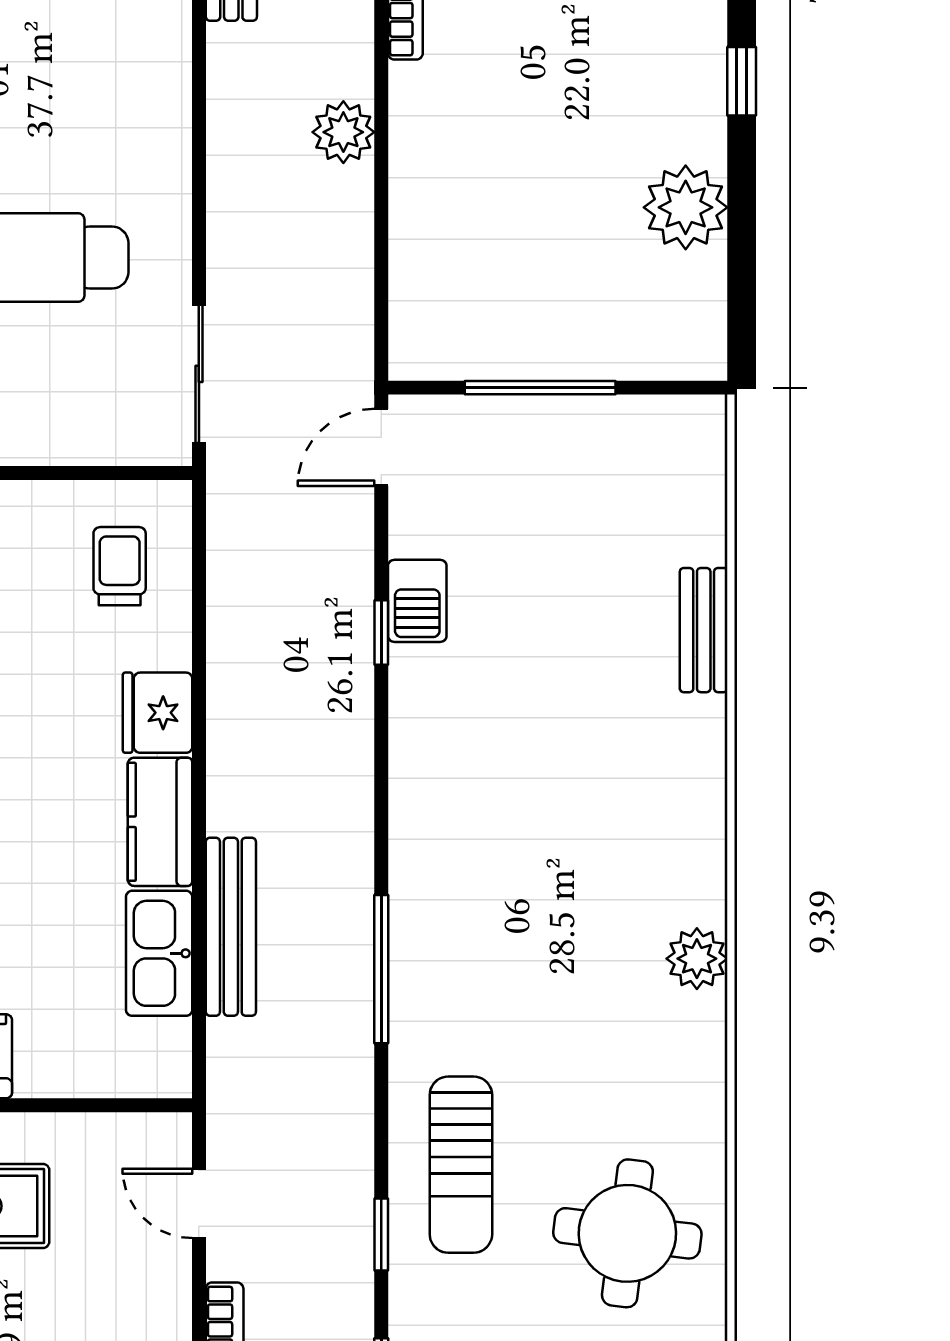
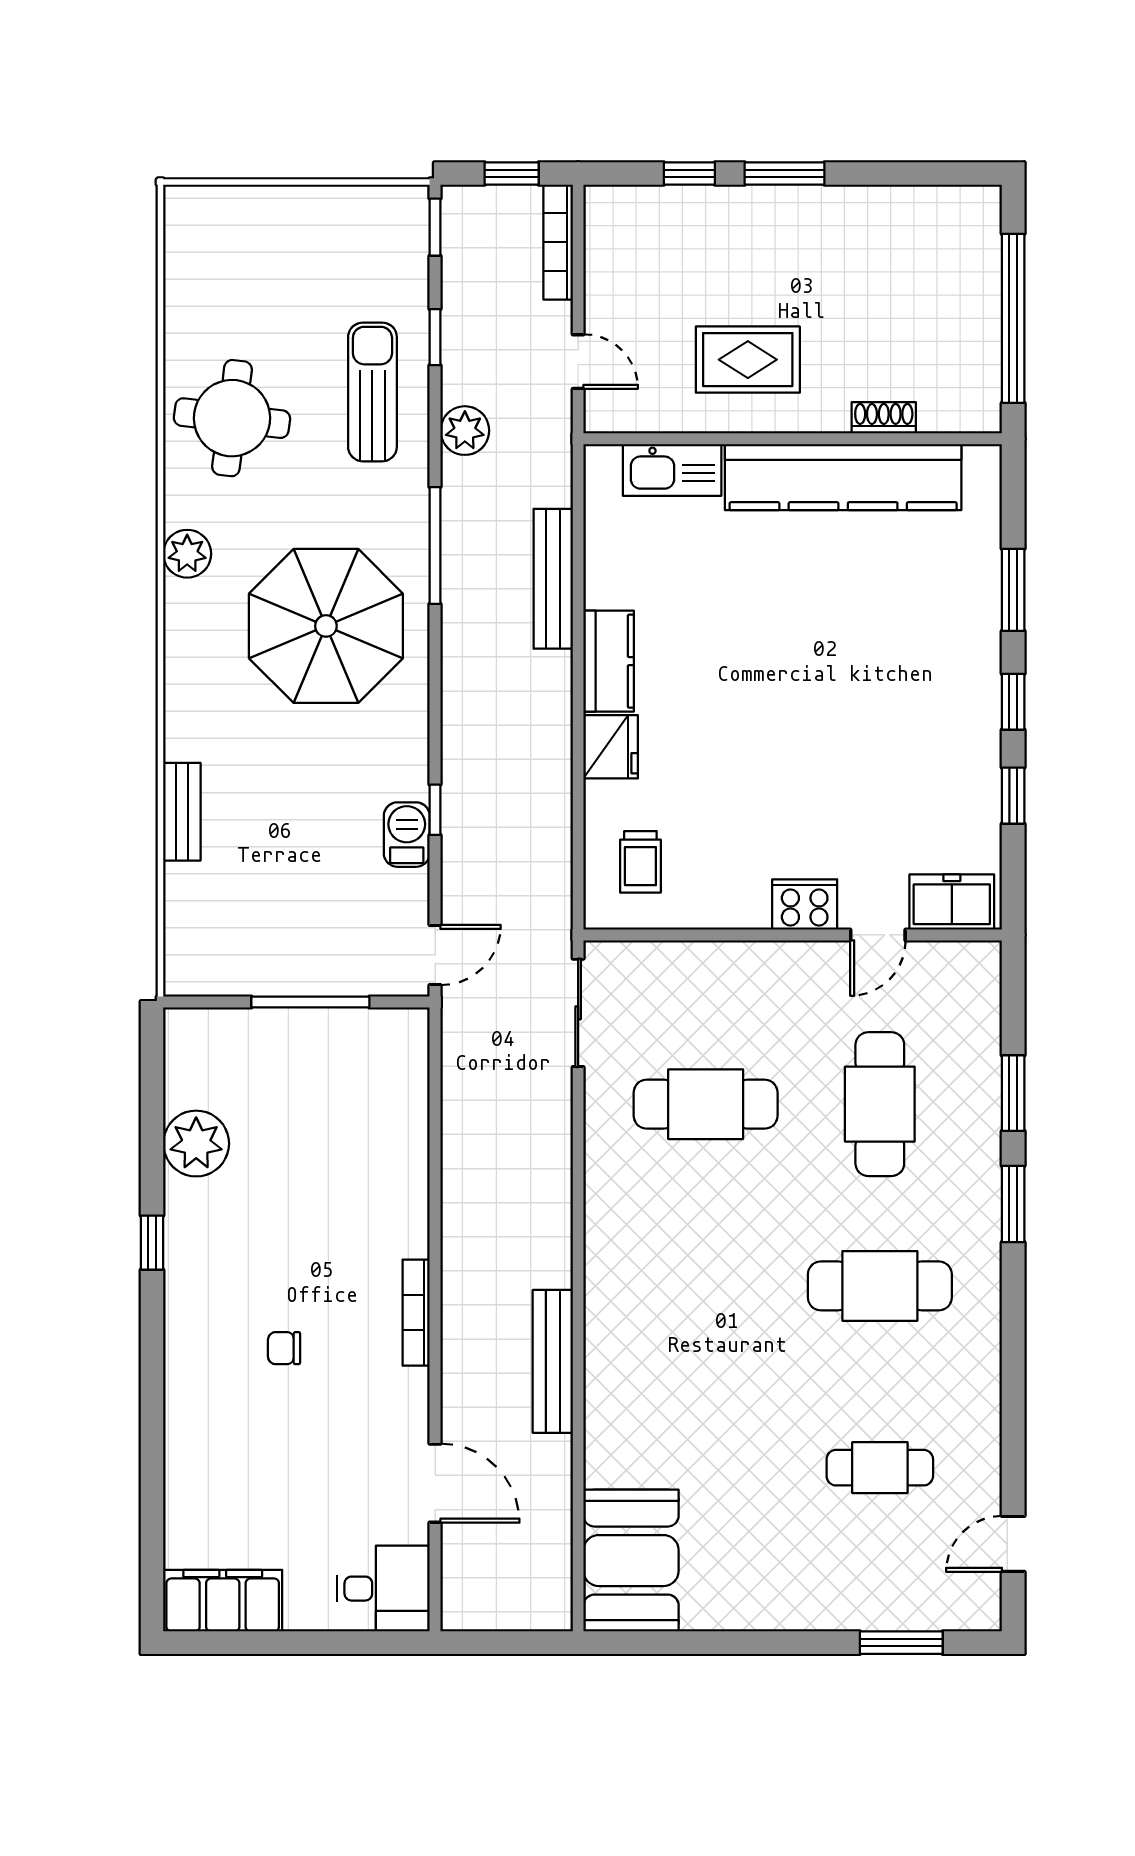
plant: (343, 132) -> (465, 431), moved
parasol: (520, 867) -> (326, 626), added
kitchen sink: (159, 953) -> (672, 470), moved, turned 90
round table: (627, 1233) -> (232, 418), moved

